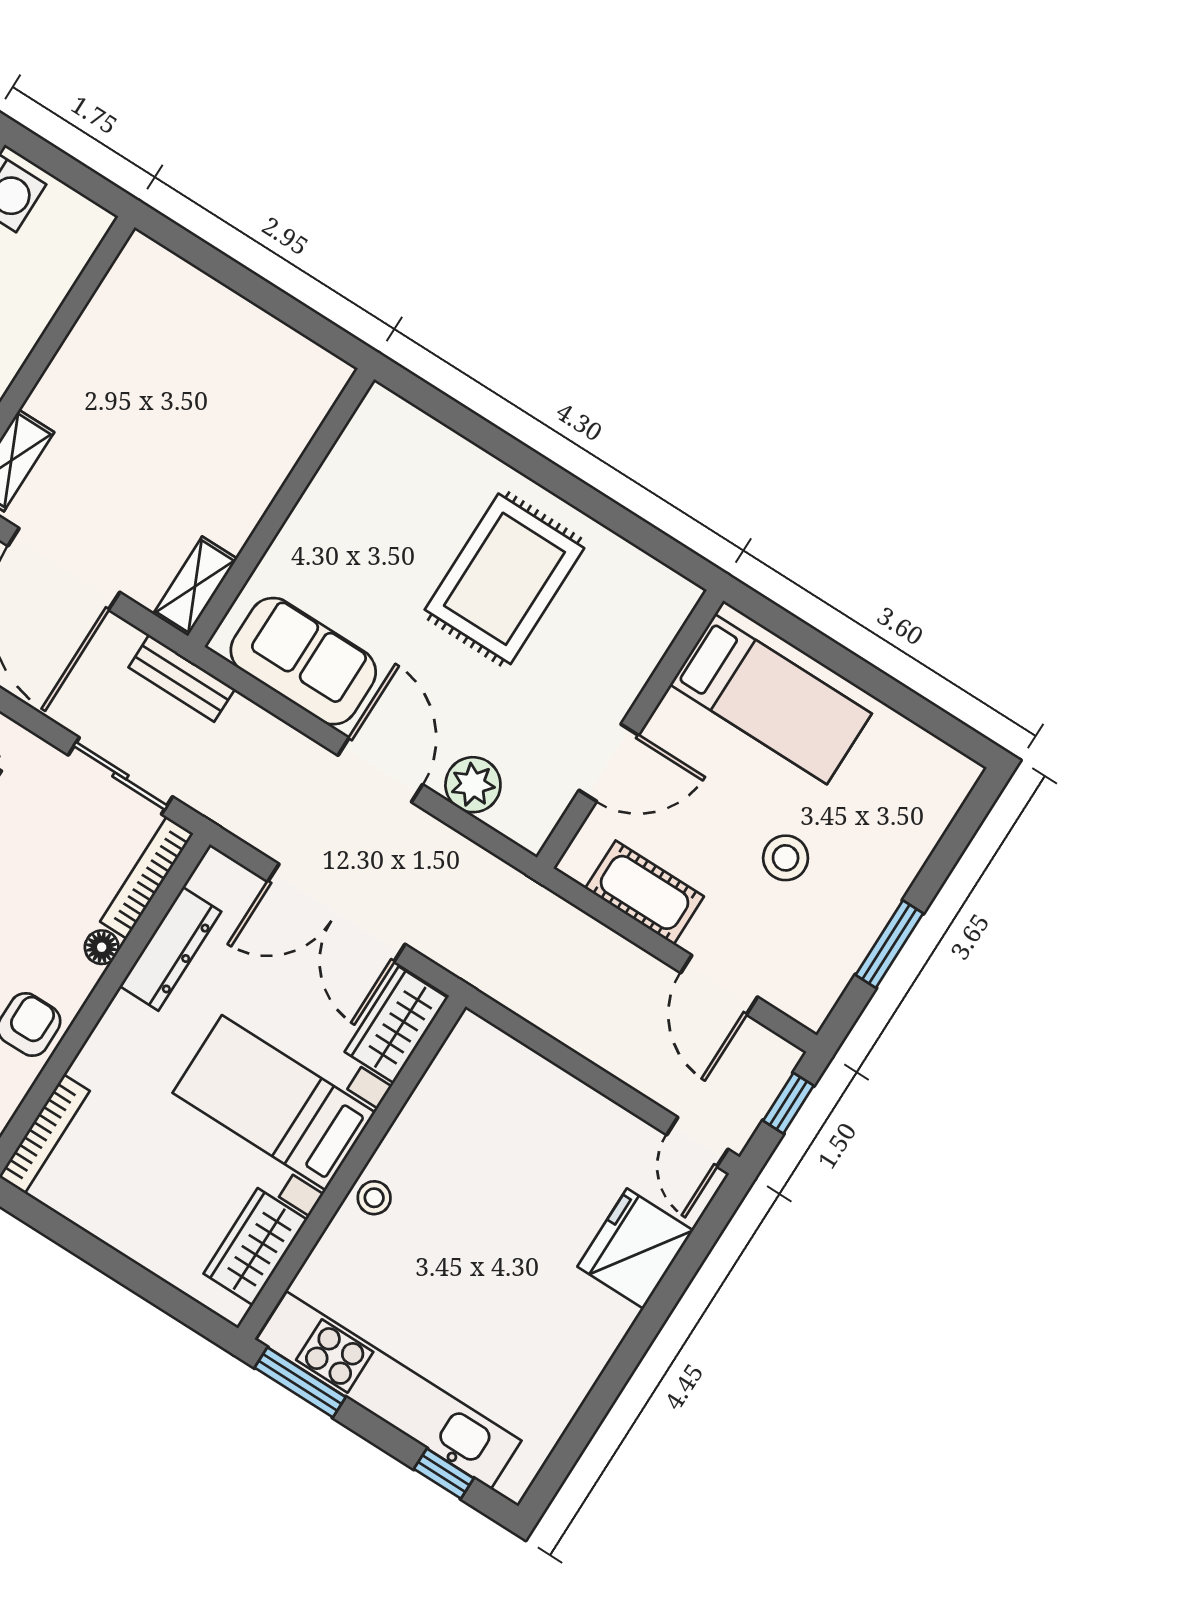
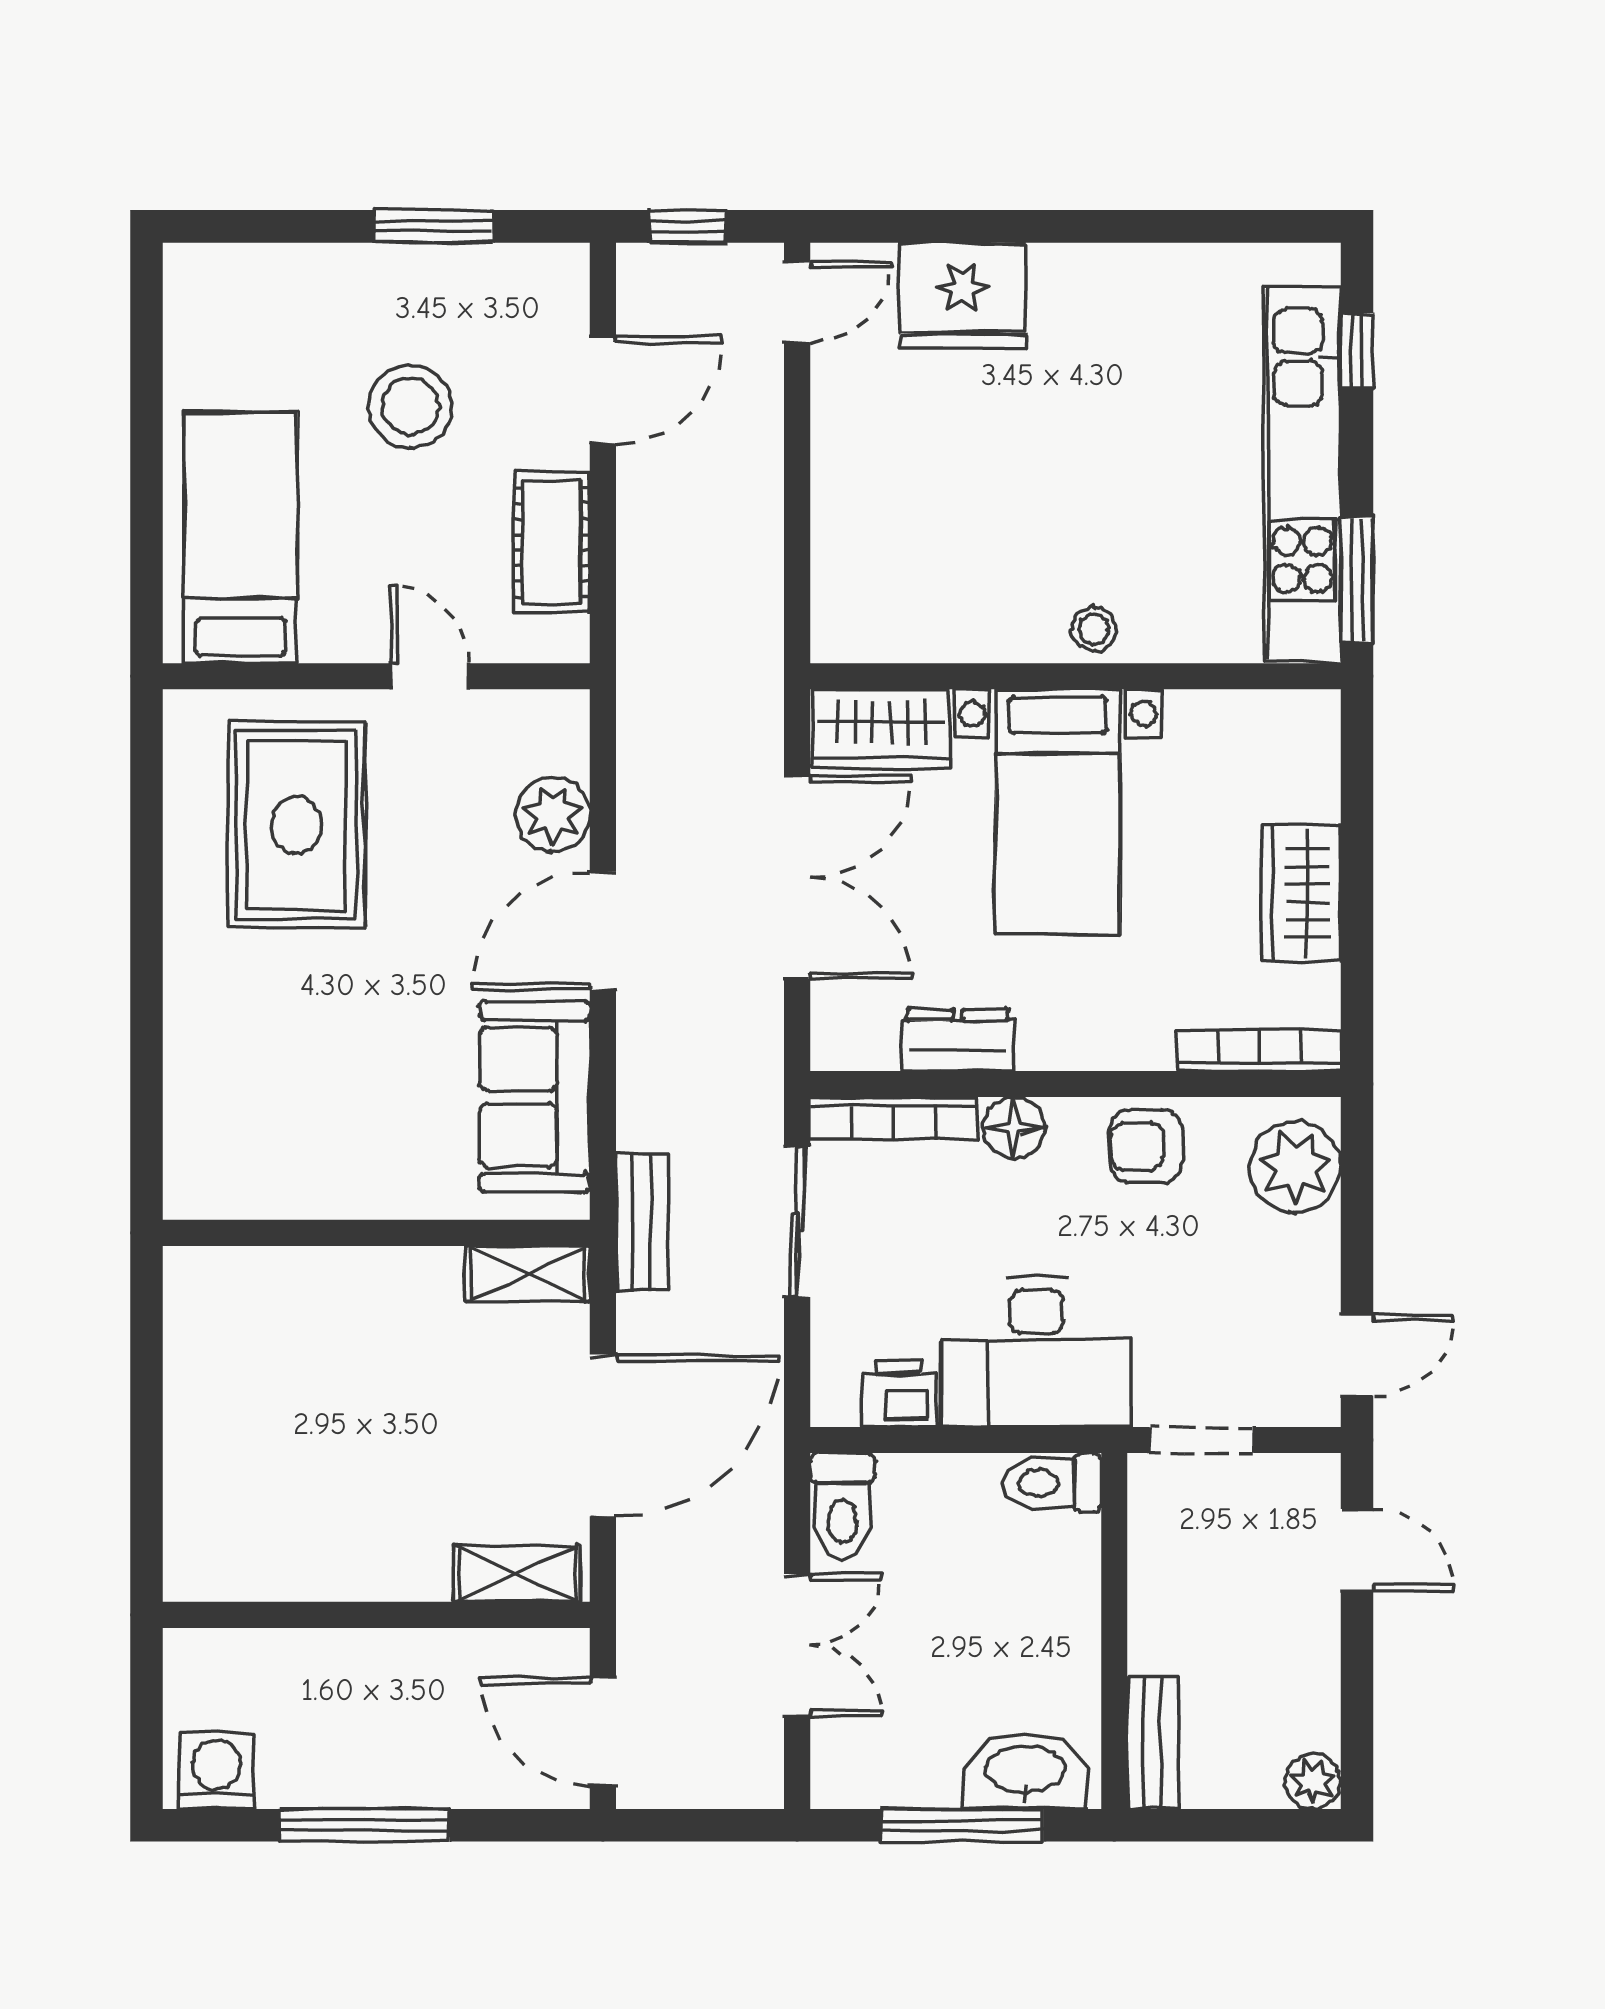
rug: (504, 579) -> (296, 825), moved, turned 90
door: (609, 763) -> (430, 676), width x0.73
stool: (786, 858) -> (411, 407), width x1.38, depth x1.38
floor lamp: (102, 947) -> (1014, 1128), width x1.37, depth x1.37
dresser: (171, 949) -> (958, 1040), width x0.70
wardrobe: (255, 1247) -> (1301, 893), moved, turned 90

